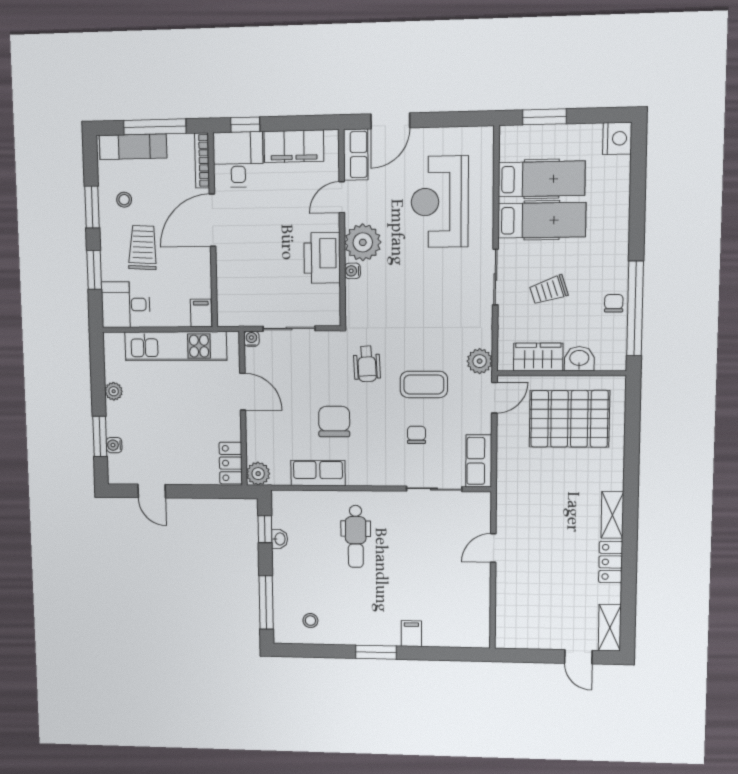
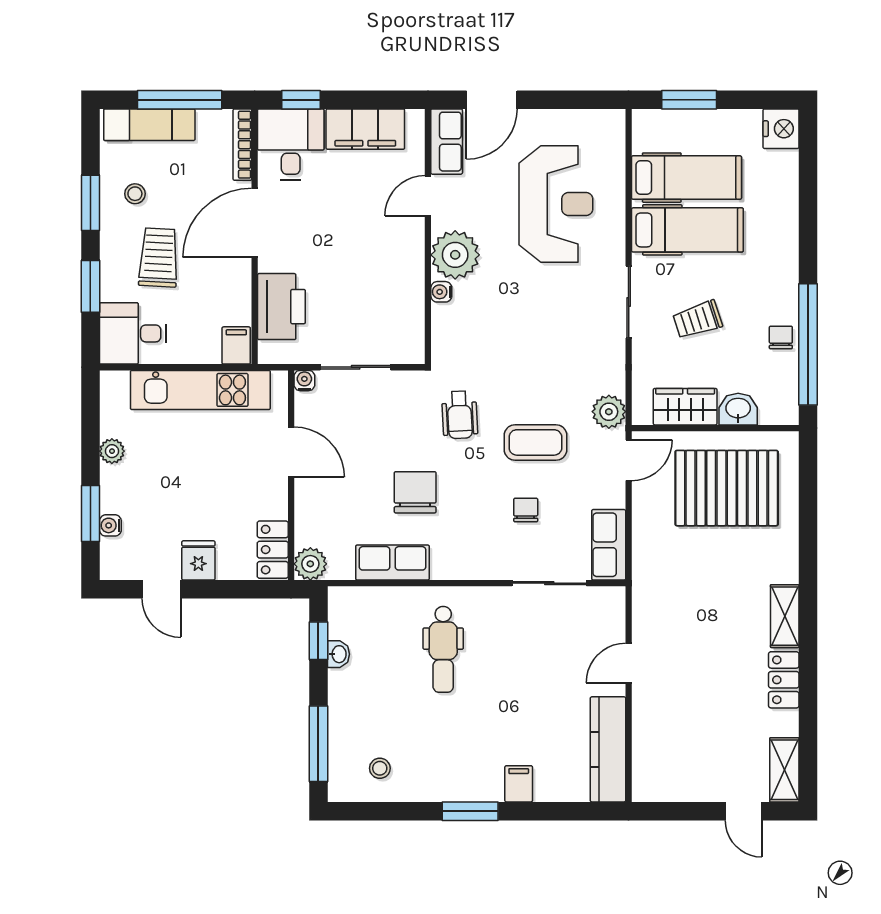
reception desk: (440, 202) -> (556, 204), turned 180
printer: (322, 258) -> (281, 307), moved, turned 180
fridge: (178, 471) -> (198, 560), added
kitchen counter: (477, 610) -> (608, 749), added

